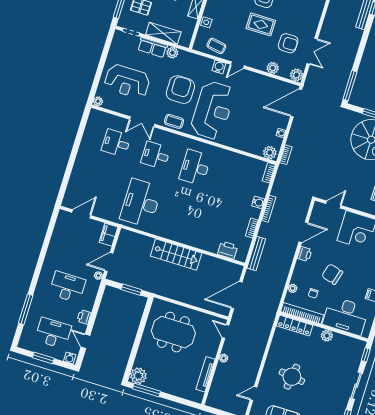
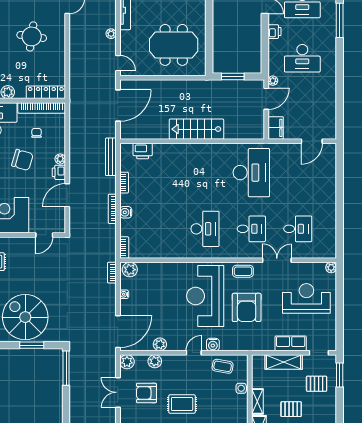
plant: (172, 53) -> (160, 344), moved
plant: (293, 288) -> (60, 159), moved

